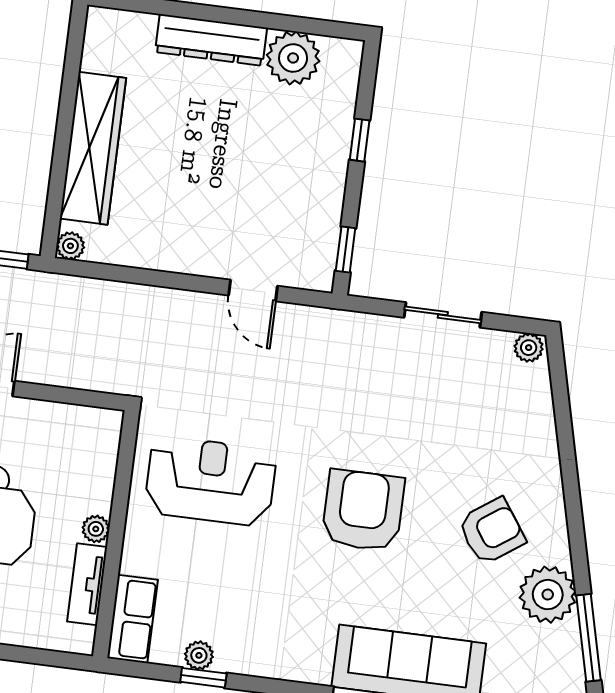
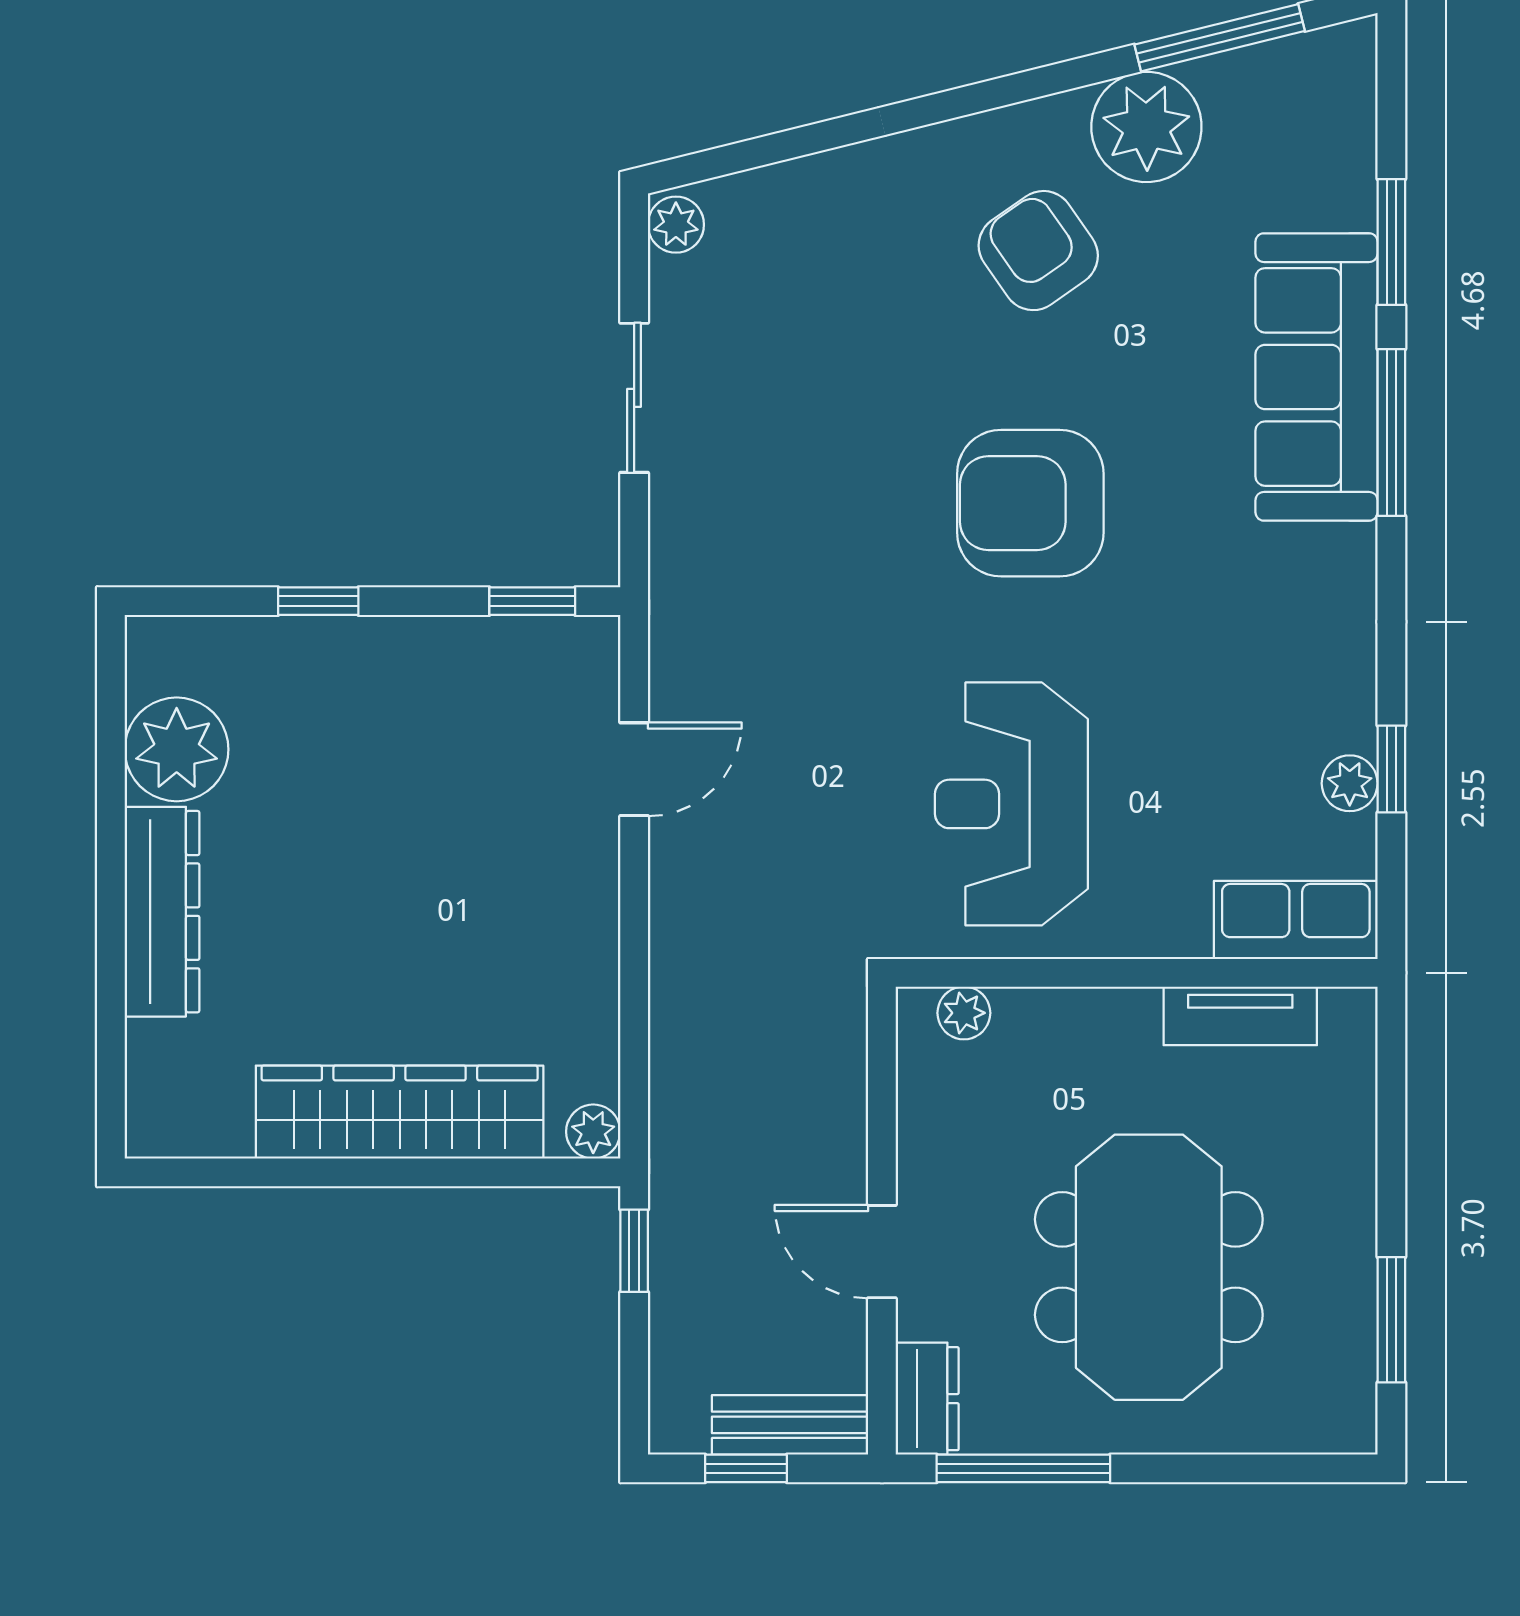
plant: (96, 529) -> (964, 1013), moved

